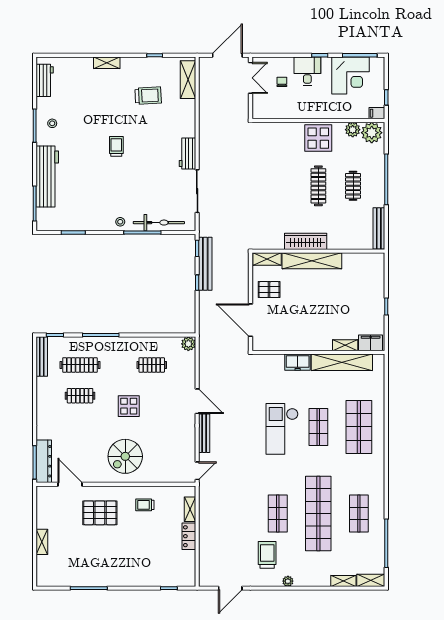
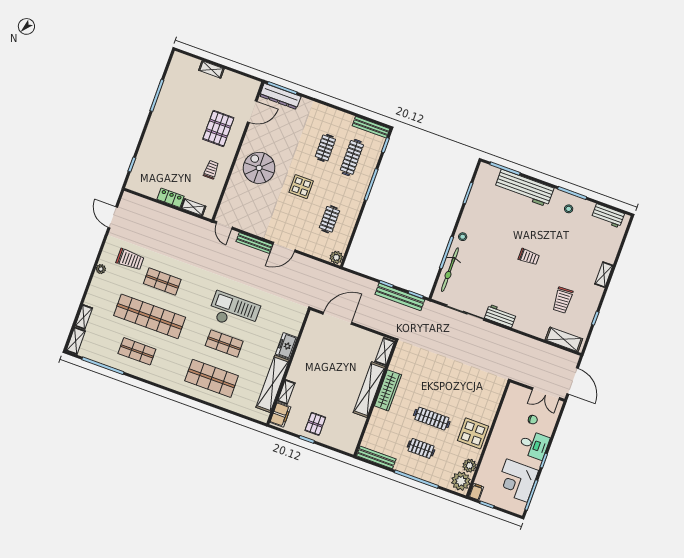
pallet: (269, 290) -> (315, 424), moved

